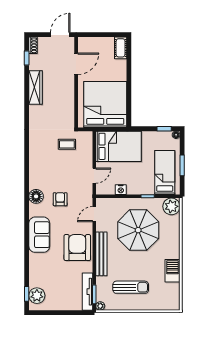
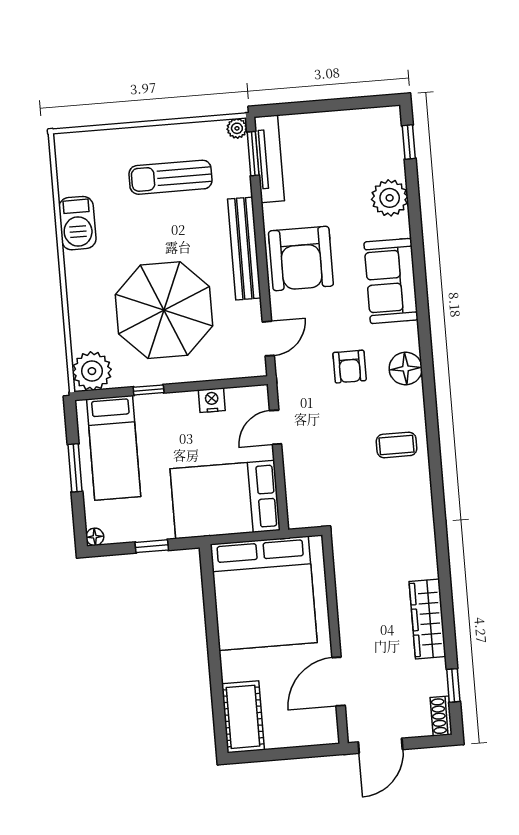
cot: (121, 48) -> (243, 717), width x1.37, depth x1.34
window: (164, 129) -> (152, 546), moved
coffee table: (67, 144) -> (396, 445), moved
plant: (37, 296) -> (390, 198), moved

